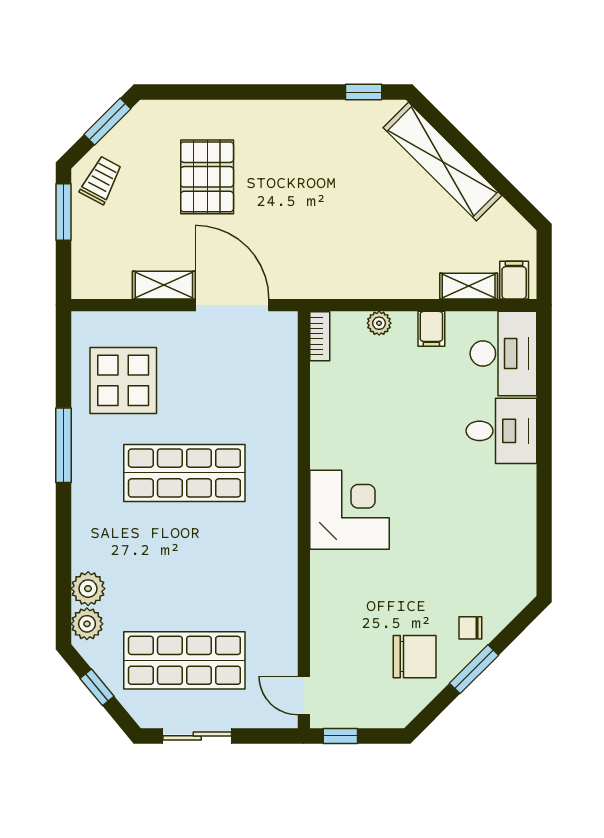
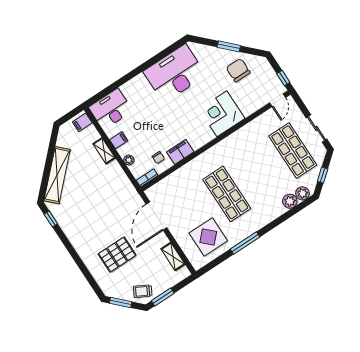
shelving: (164, 285) -> (173, 257), moved
shelving: (469, 286) -> (104, 151), moved
desk: (501, 431) -> (175, 73), moved, width x1.87, depth x1.30
filing cabinet: (328, 436) -> (180, 152), added
corner desk: (350, 510) -> (222, 114), moved
chair: (470, 628) -> (158, 158), moved

